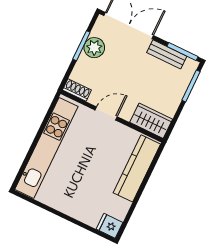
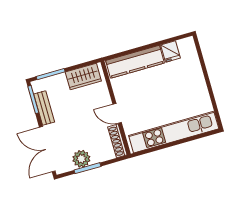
shoe rack: (77, 90) -> (117, 141), width x1.43
wardrobe: (151, 121) -> (83, 77), moved, turned -90
fridge: (110, 226) -> (170, 52), moved

